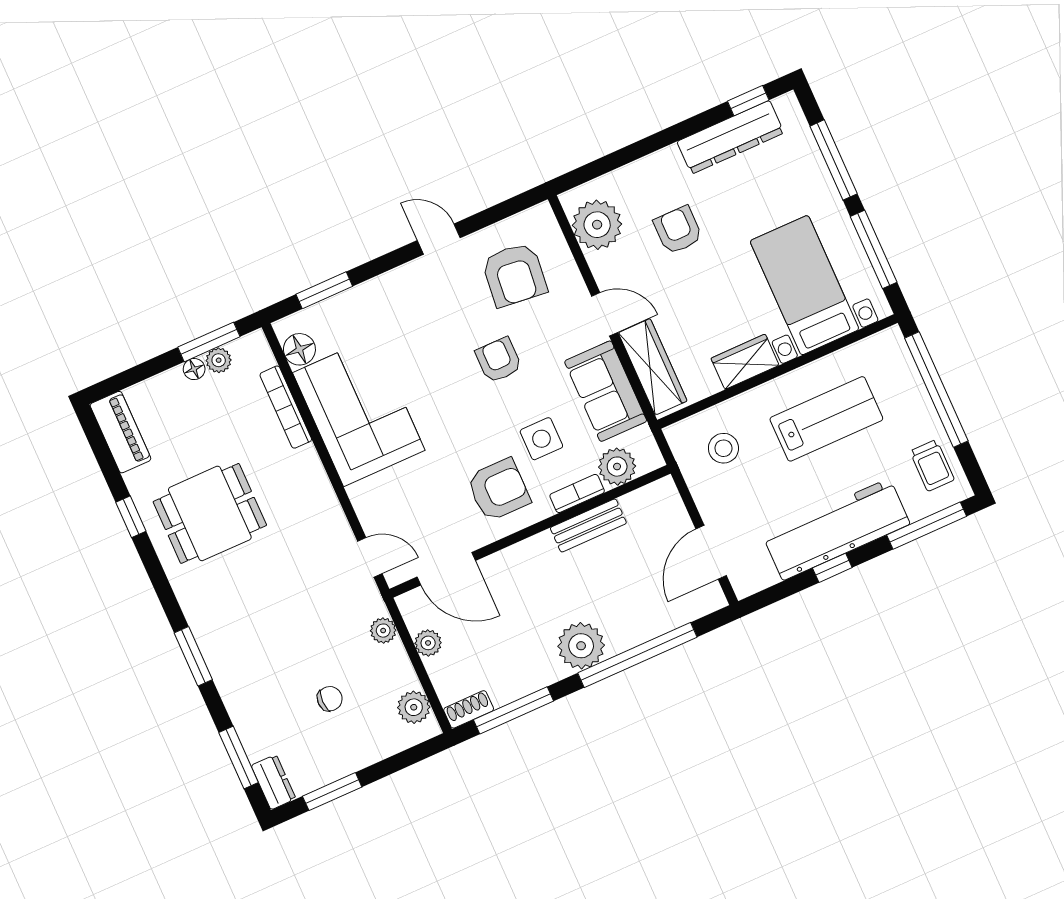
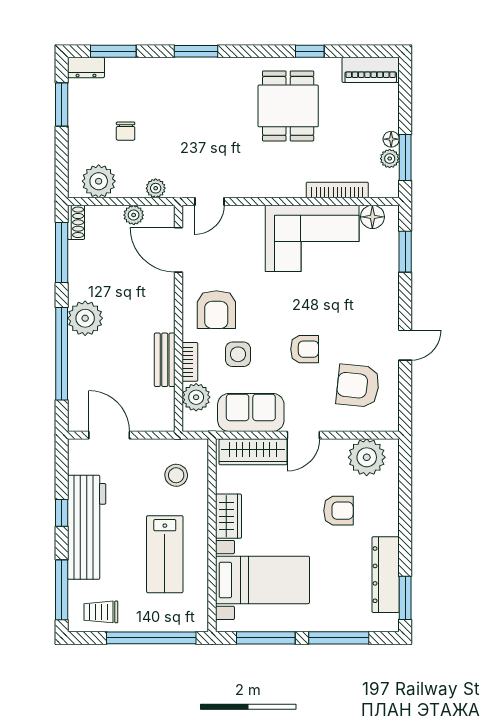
window: (748, 101) -> (405, 598), width x1.50
door: (446, 569) -> (179, 250), hinge flipped
plant: (414, 707) -> (99, 181), width x1.36, depth x1.36

